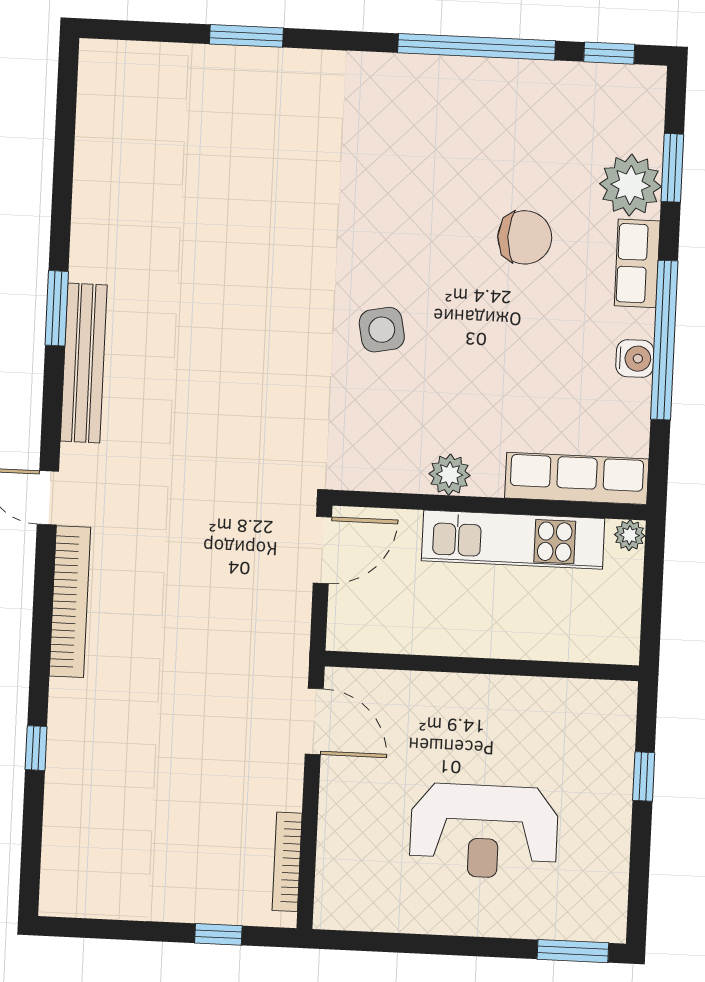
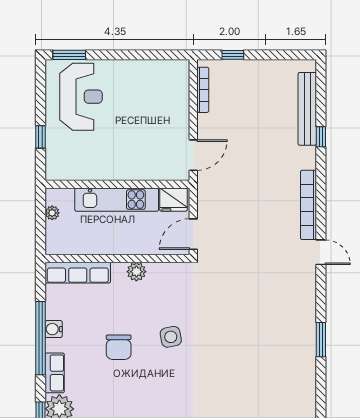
chair: (525, 237) -> (119, 347), moved, turned -90
bench: (84, 363) -> (307, 109), moved
plant: (630, 535) -> (52, 213), moved
kitchen unit: (513, 540) -> (117, 200), moved, turned 180
fridge: (362, 627) -> (173, 200), added
door: (314, 721) -> (193, 155), swing flipped
reception desk: (484, 831) -> (81, 97), moved, turned 90

